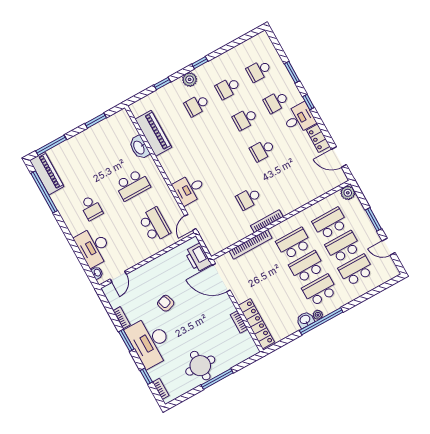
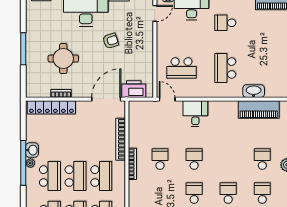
school desk: (231, 167) -> (194, 159), added
door: (118, 277) -> (155, 13), swing flipped
round table: (200, 366) -> (63, 59), moved

